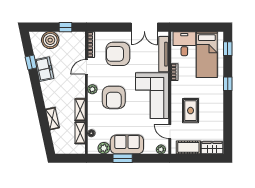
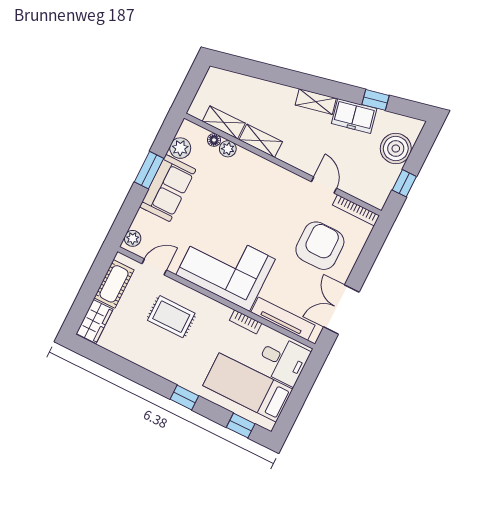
plant: (92, 89) -> (228, 149), moved
armchair: (114, 97) -> (253, 204), removed
shelving: (52, 119) -> (316, 102), moved

